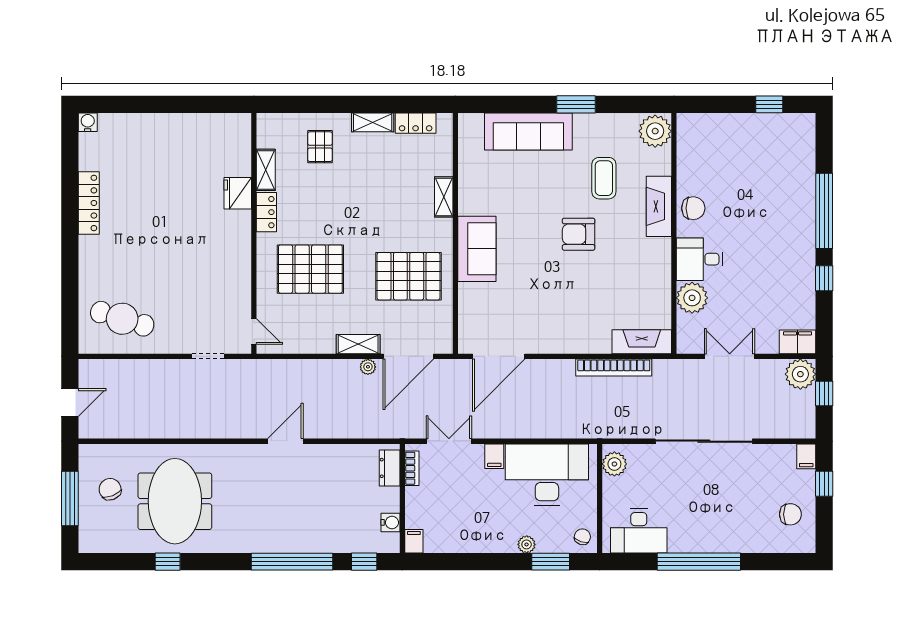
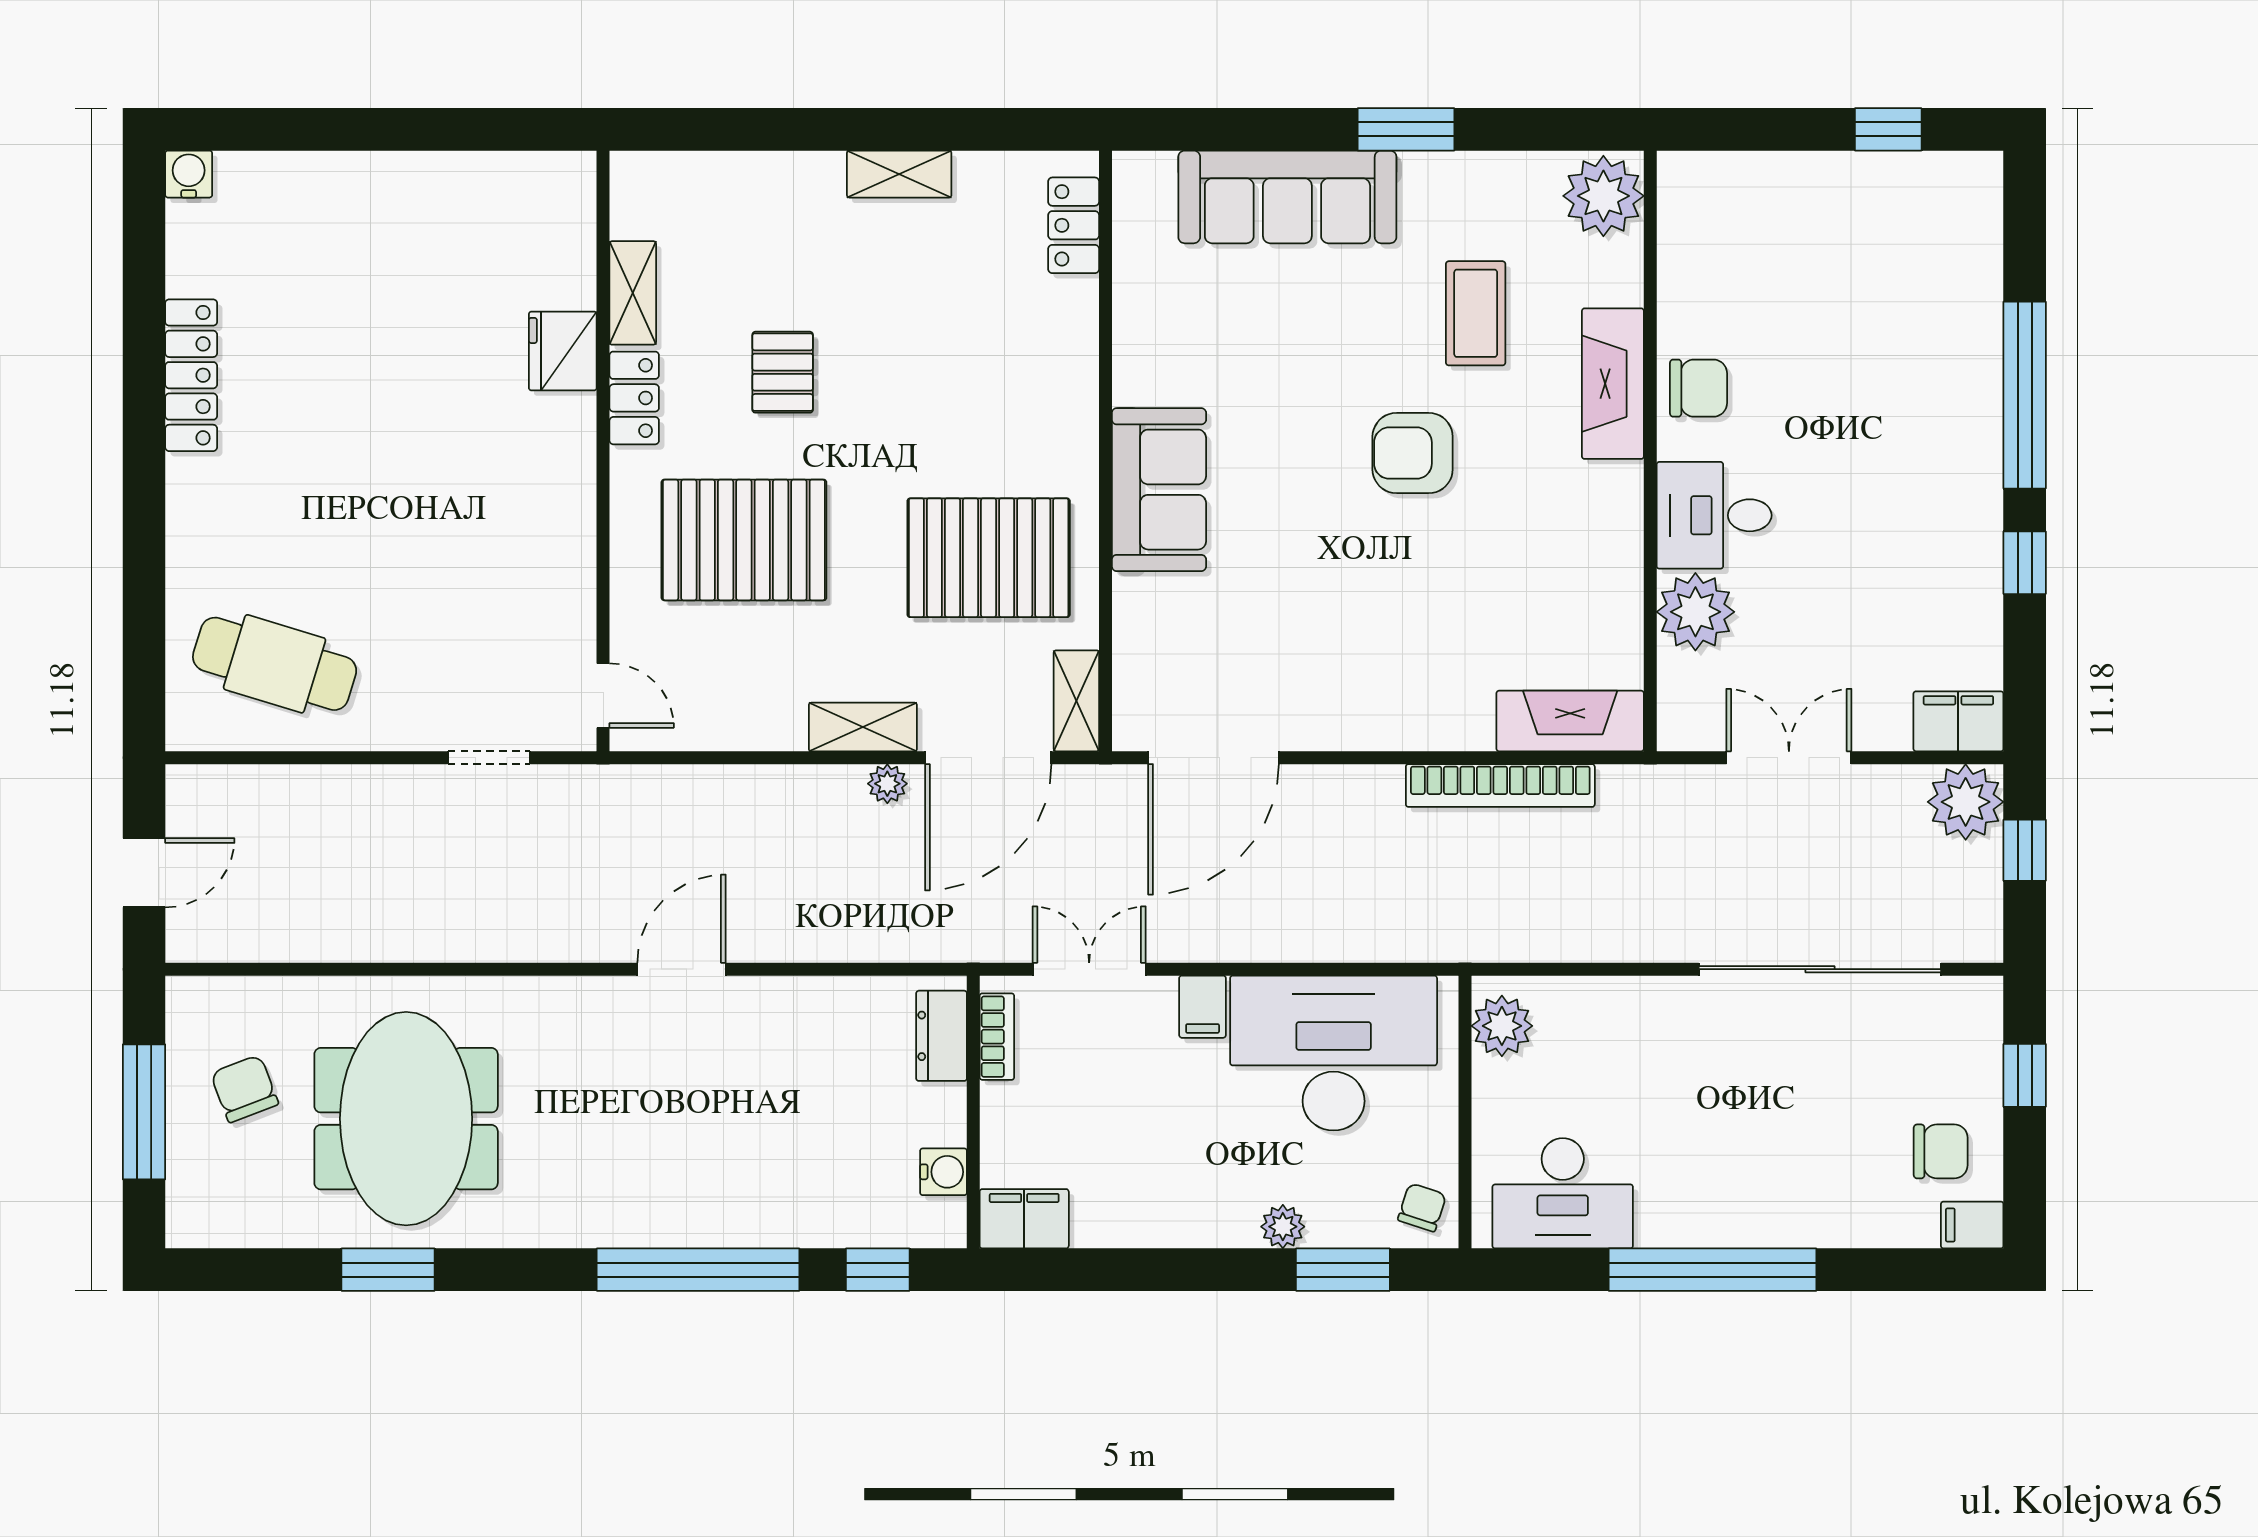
locker: (416, 123) -> (1074, 225), moved, turned 90
pallet: (320, 147) -> (783, 372), moved
shelving: (444, 197) -> (1076, 701), moved
sliding door: (704, 441) -> (1820, 969), moved
filing cabinet: (806, 456) -> (1972, 1225), moved, turned 90
filing cabinet: (414, 541) -> (1024, 1219), width x2.00
window: (168, 562) -> (388, 1270), width x1.50

